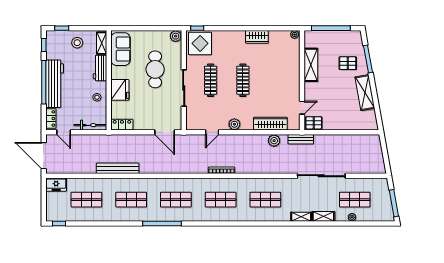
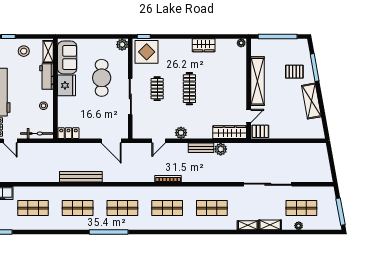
shelving: (311, 65) -> (257, 81), width x1.47
clothes rail: (211, 80) -> (157, 89), width x0.73
fridge: (120, 90) -> (66, 85), moved
wardrobe: (270, 124) -> (230, 132), moved
bench: (301, 139) -> (201, 148), moved
bench: (118, 168) -> (81, 177), moved

